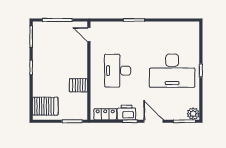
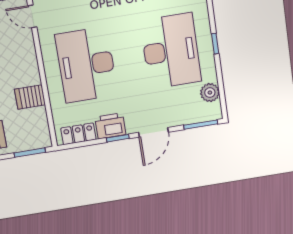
desk: (118, 71) -> (86, 65), width x1.36, depth x1.30
desk: (172, 71) -> (171, 51), turned -90
plant: (193, 114) -> (210, 93), moved
door: (153, 121) -> (153, 132), swing flipped

